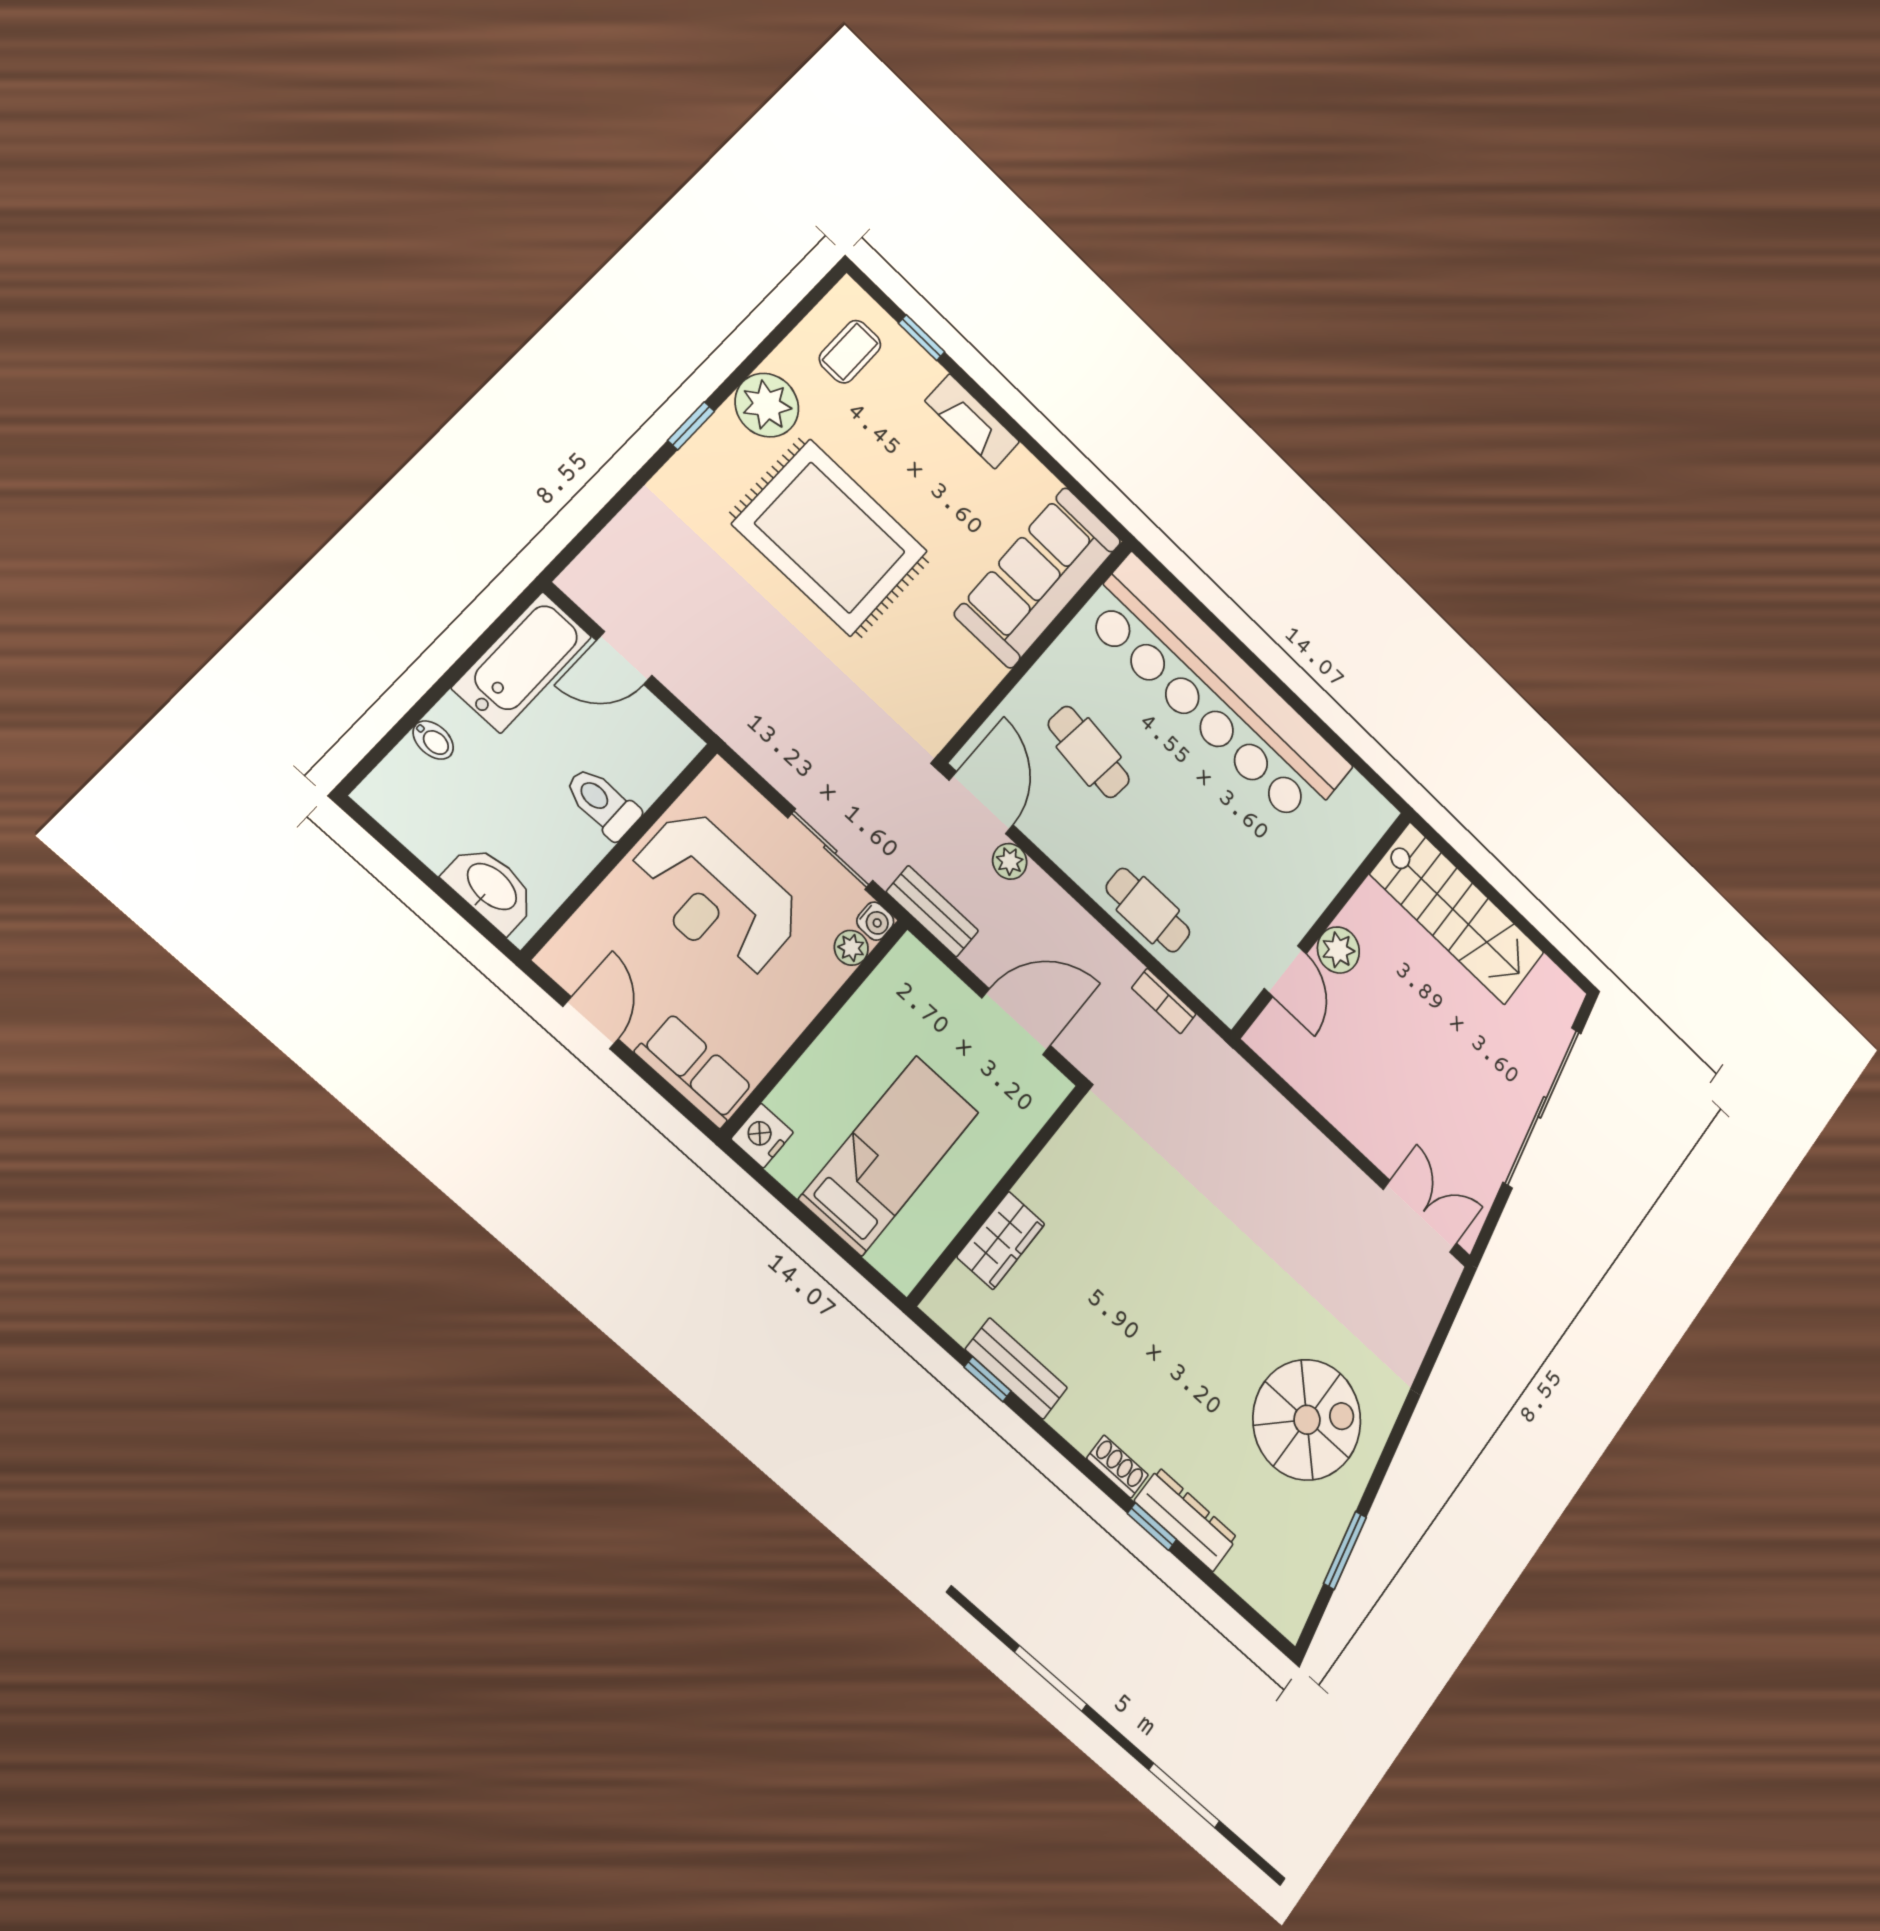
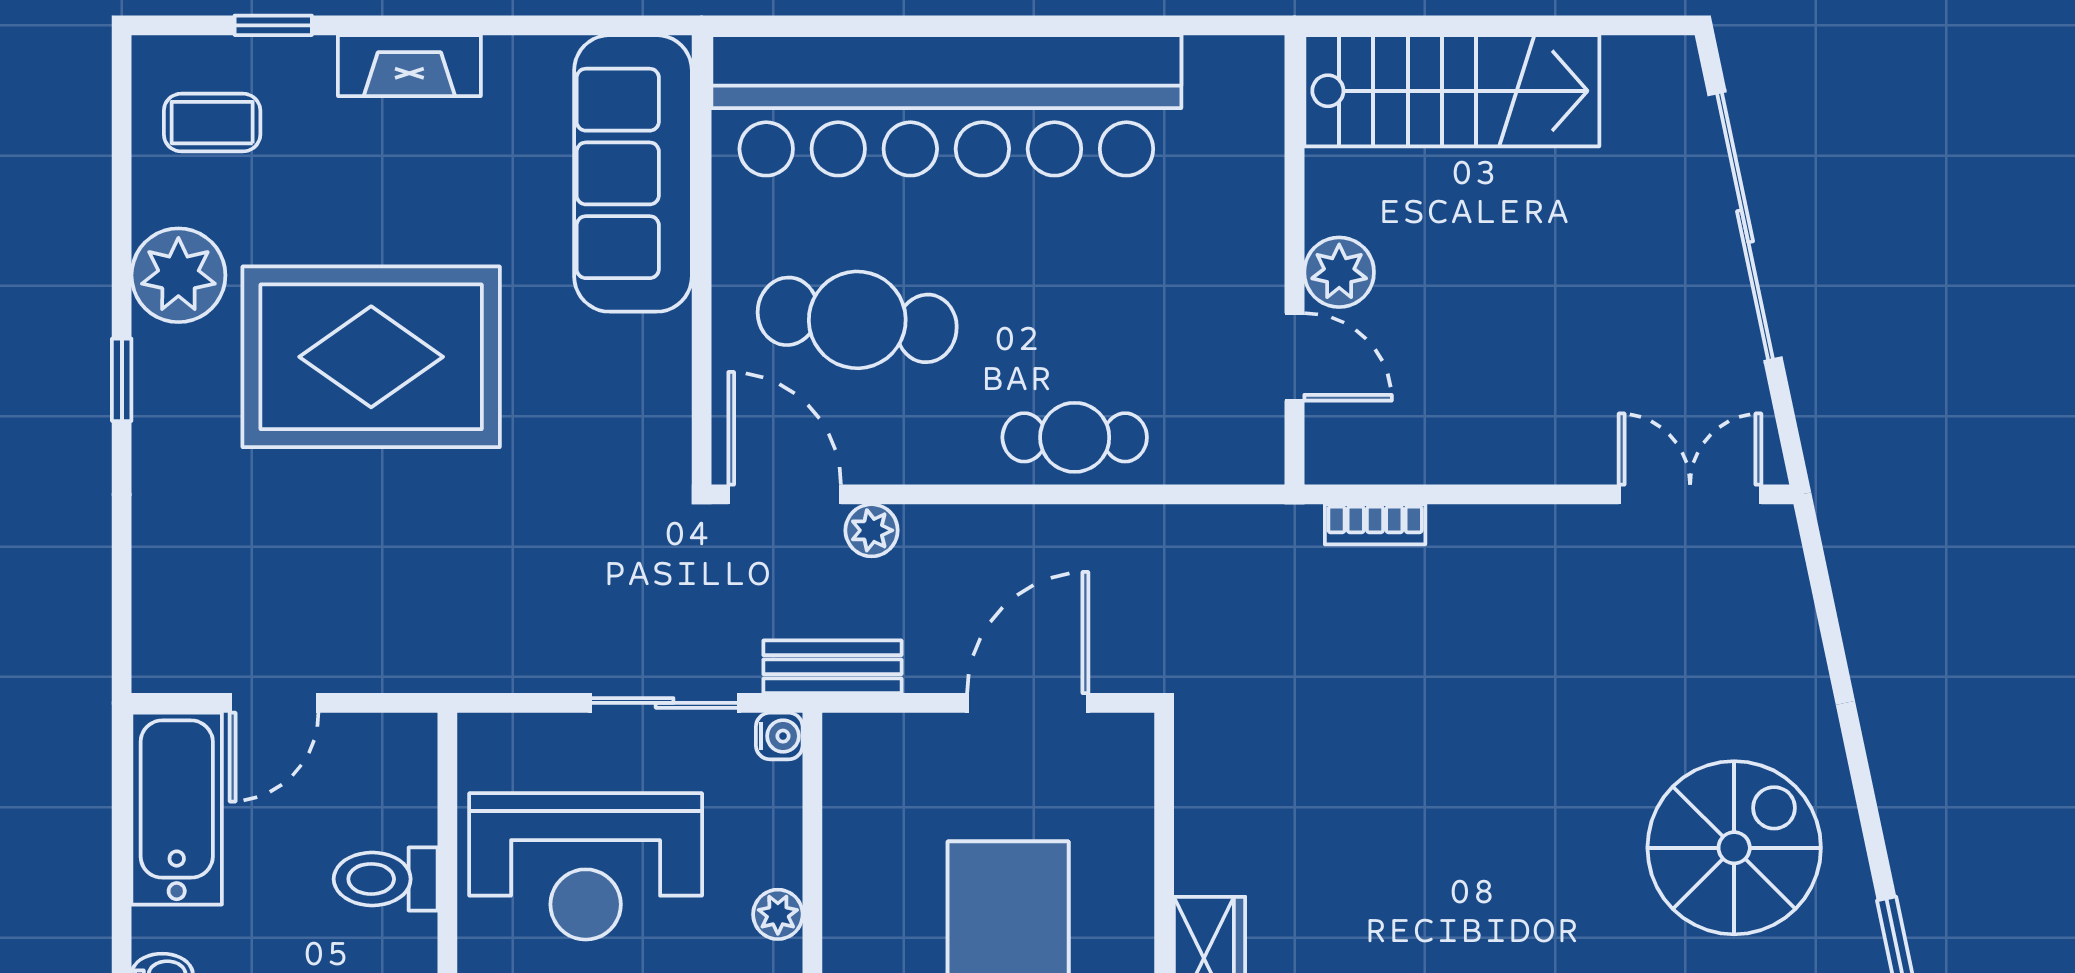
coffee table: (850, 352) -> (212, 123), turned 90
cafe table: (1089, 752) -> (857, 320), width x1.37, depth x1.35
plant: (851, 948) -> (778, 914), moved
bookcase: (1164, 1001) -> (1375, 524), moved

